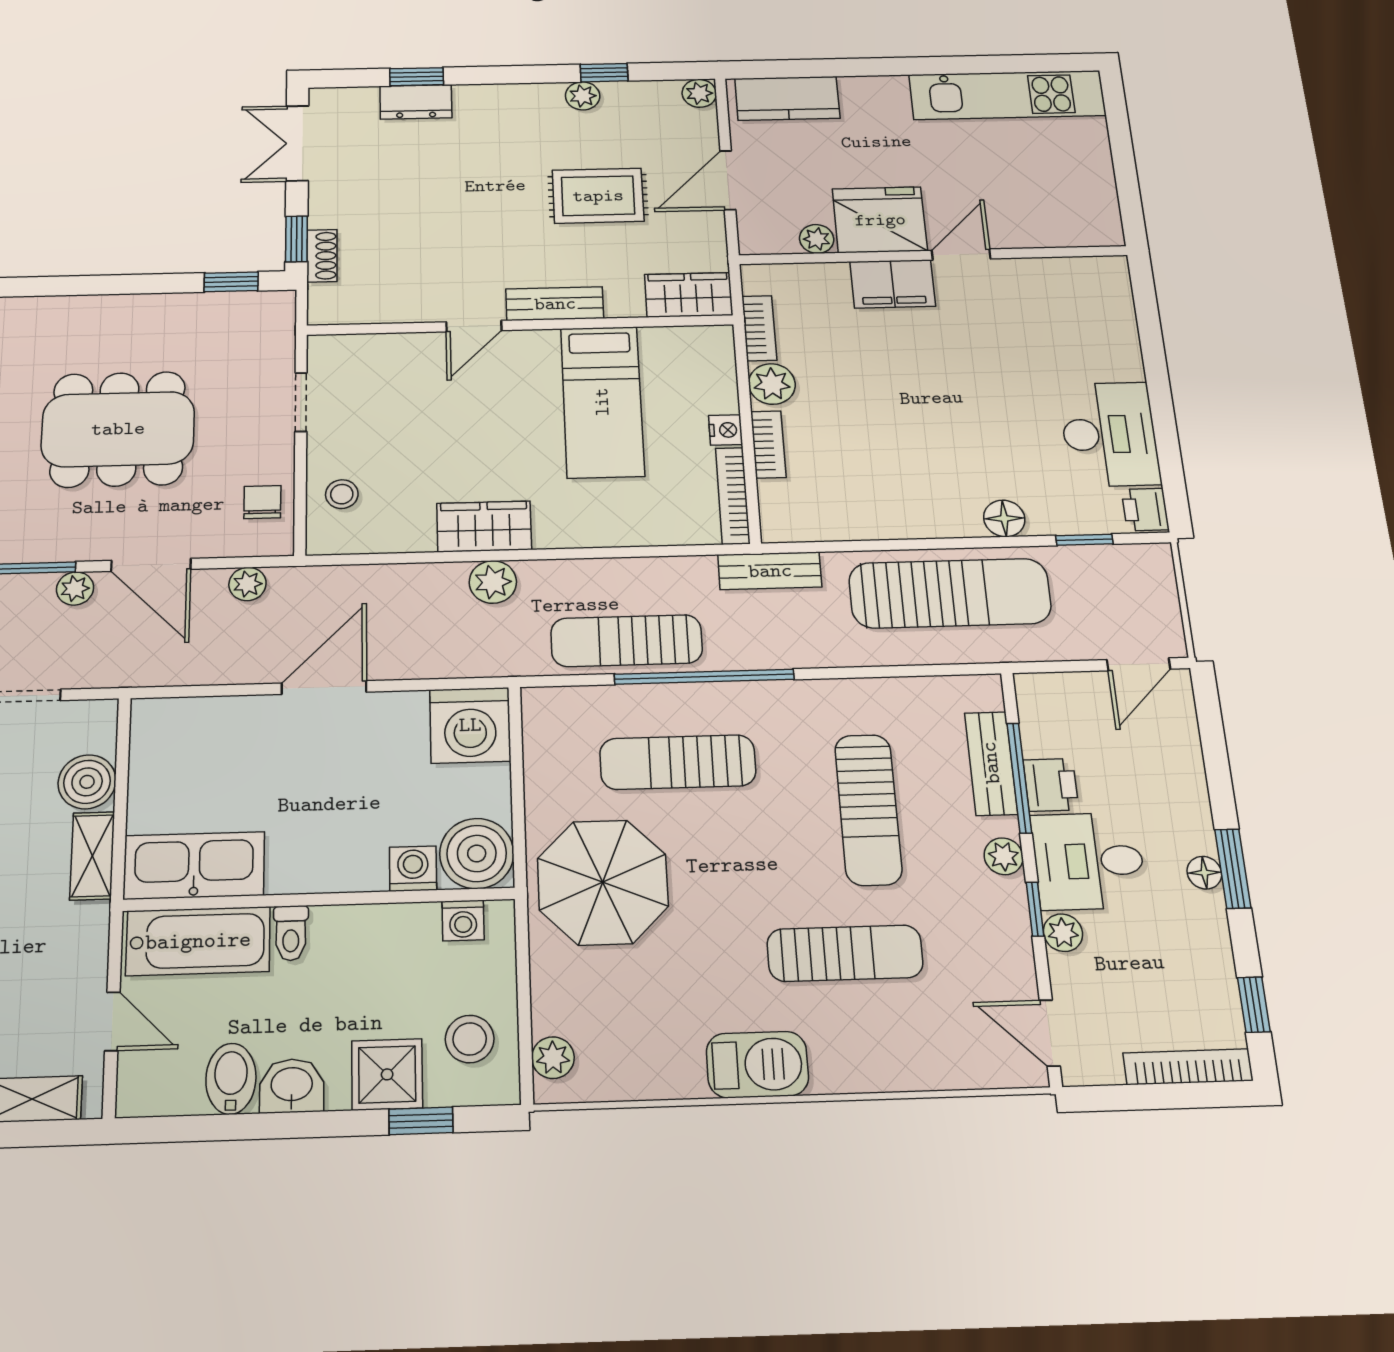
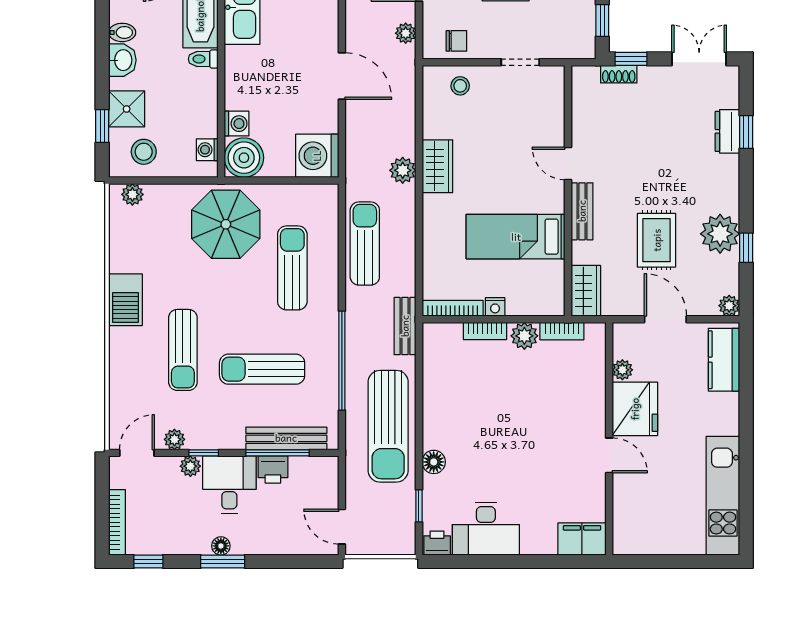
plant: (583, 96) -> (720, 234), width x1.88, depth x1.88
filing cabinet: (893, 284) -> (582, 539), moved, turned 90
window: (704, 677) -> (342, 361), moved
bench: (991, 763) -> (286, 438), width x1.36
plant: (1004, 856) -> (174, 439), moved
bidet: (231, 1079) -> (122, 32), width x0.72, depth x0.74

